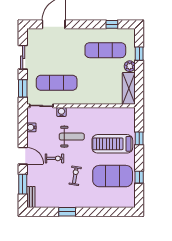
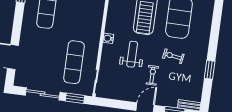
sliding door: (23, 57) -> (43, 94), width x1.37
water cooler: (61, 112) -> (108, 38), moved
water cooler: (31, 127) -> (117, 95), removed

